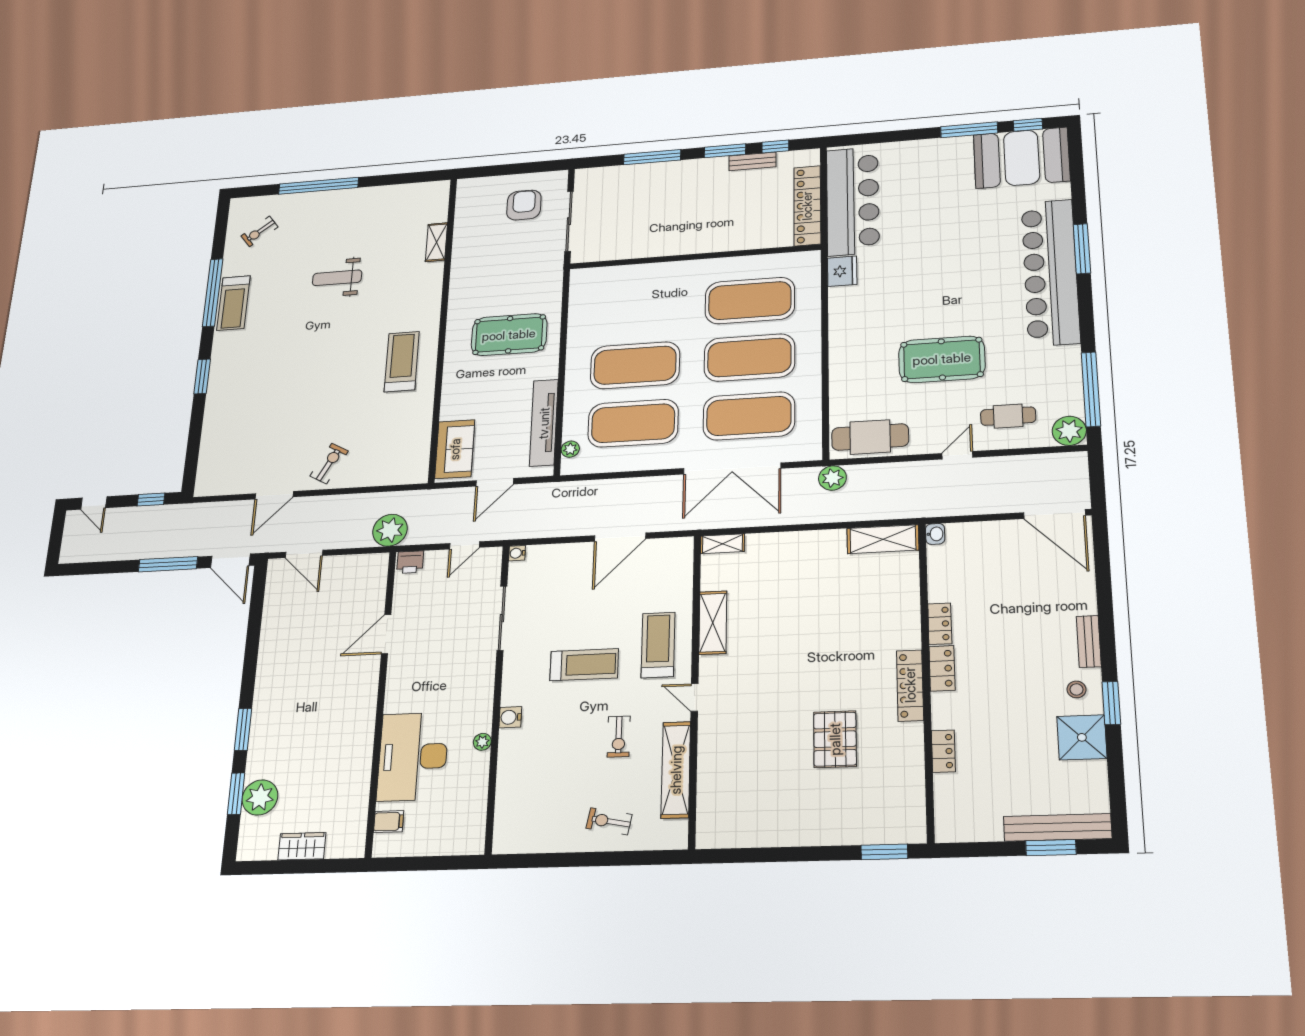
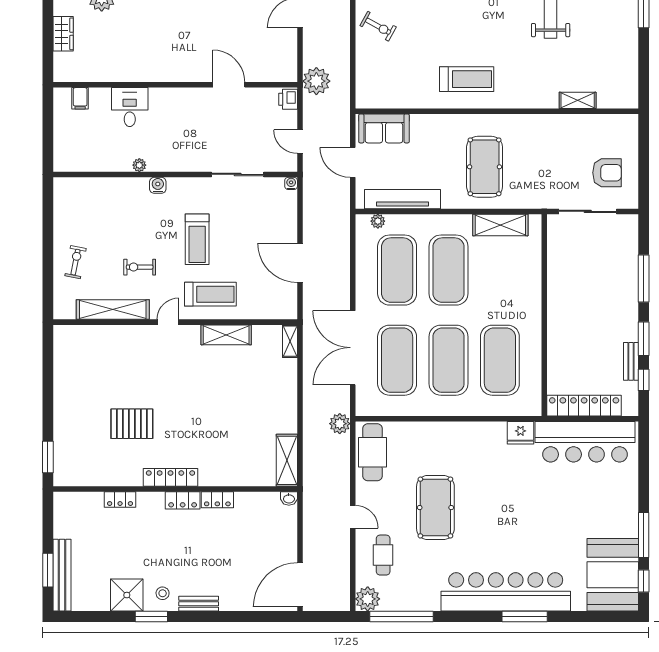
shelving: (581, 312) -> (500, 225), added
desk: (413, 757) -> (130, 107), width x0.53, depth x0.77

